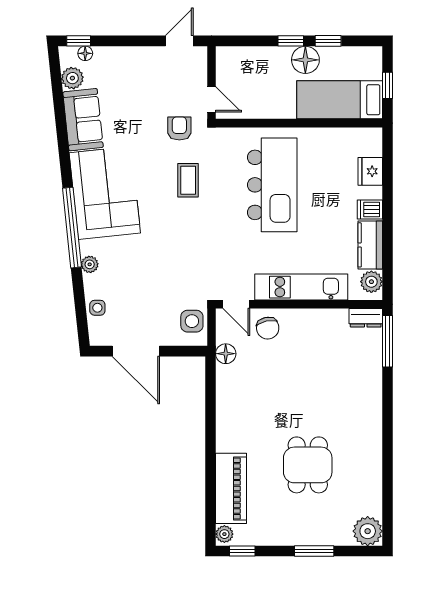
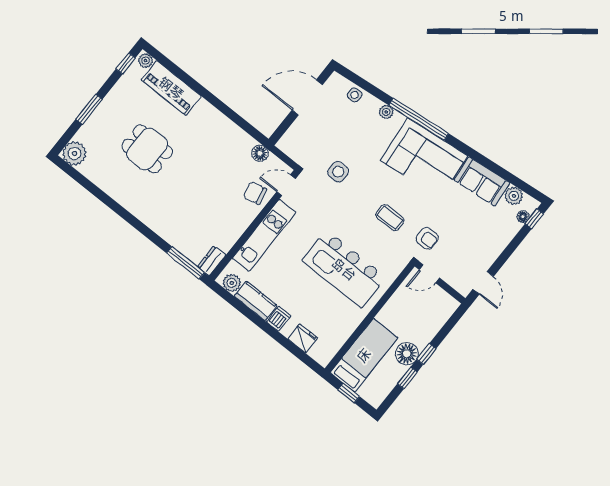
side table: (192, 321) -> (338, 172), moved

